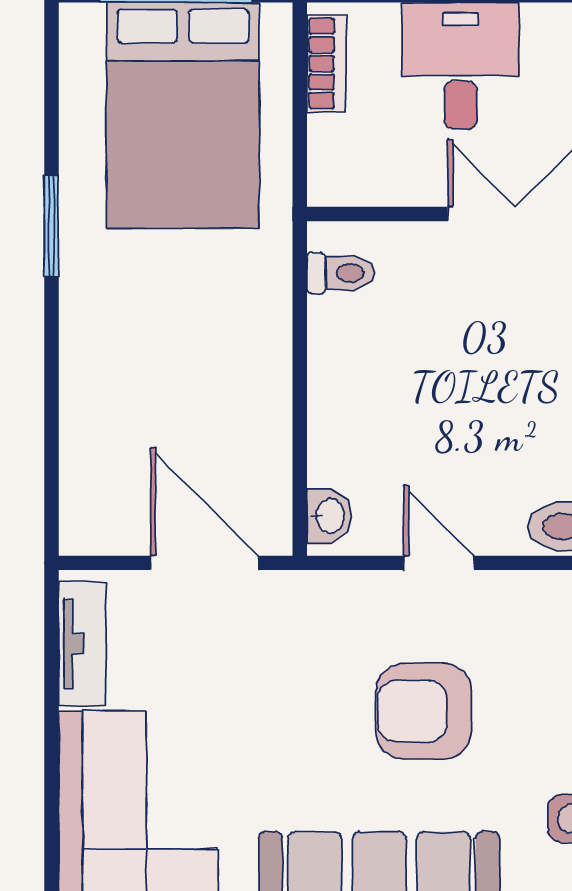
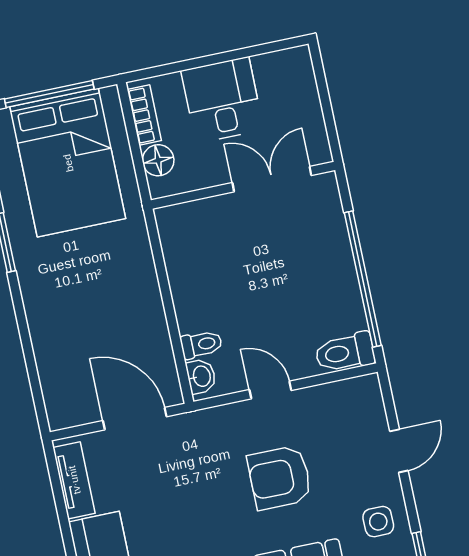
floor lamp: (333, 143) -> (158, 160), added
toilet: (340, 273) -> (201, 344), moved

